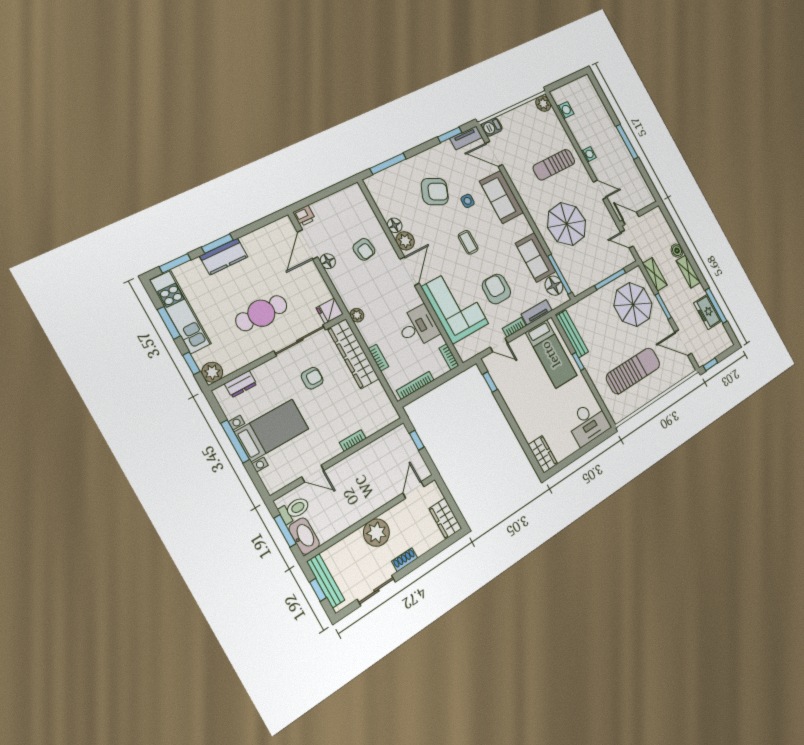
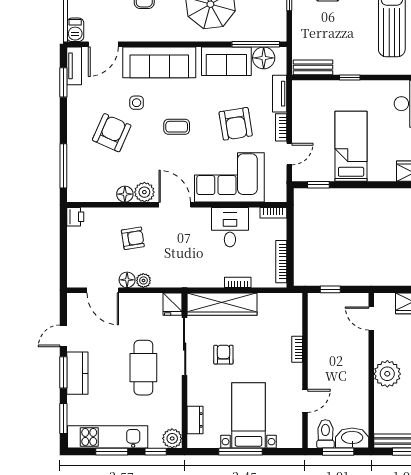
sofa: (502, 197) -> (159, 62), width x1.36
printer: (304, 216) -> (75, 217), moved
door: (250, 228) -> (63, 336), added
armchair: (496, 289) -> (236, 124), turned -99
plant: (357, 315) -> (143, 280), moved
bench: (572, 334) -> (313, 67), width x0.73
bed: (551, 354) -> (351, 146), moved, turned -90

